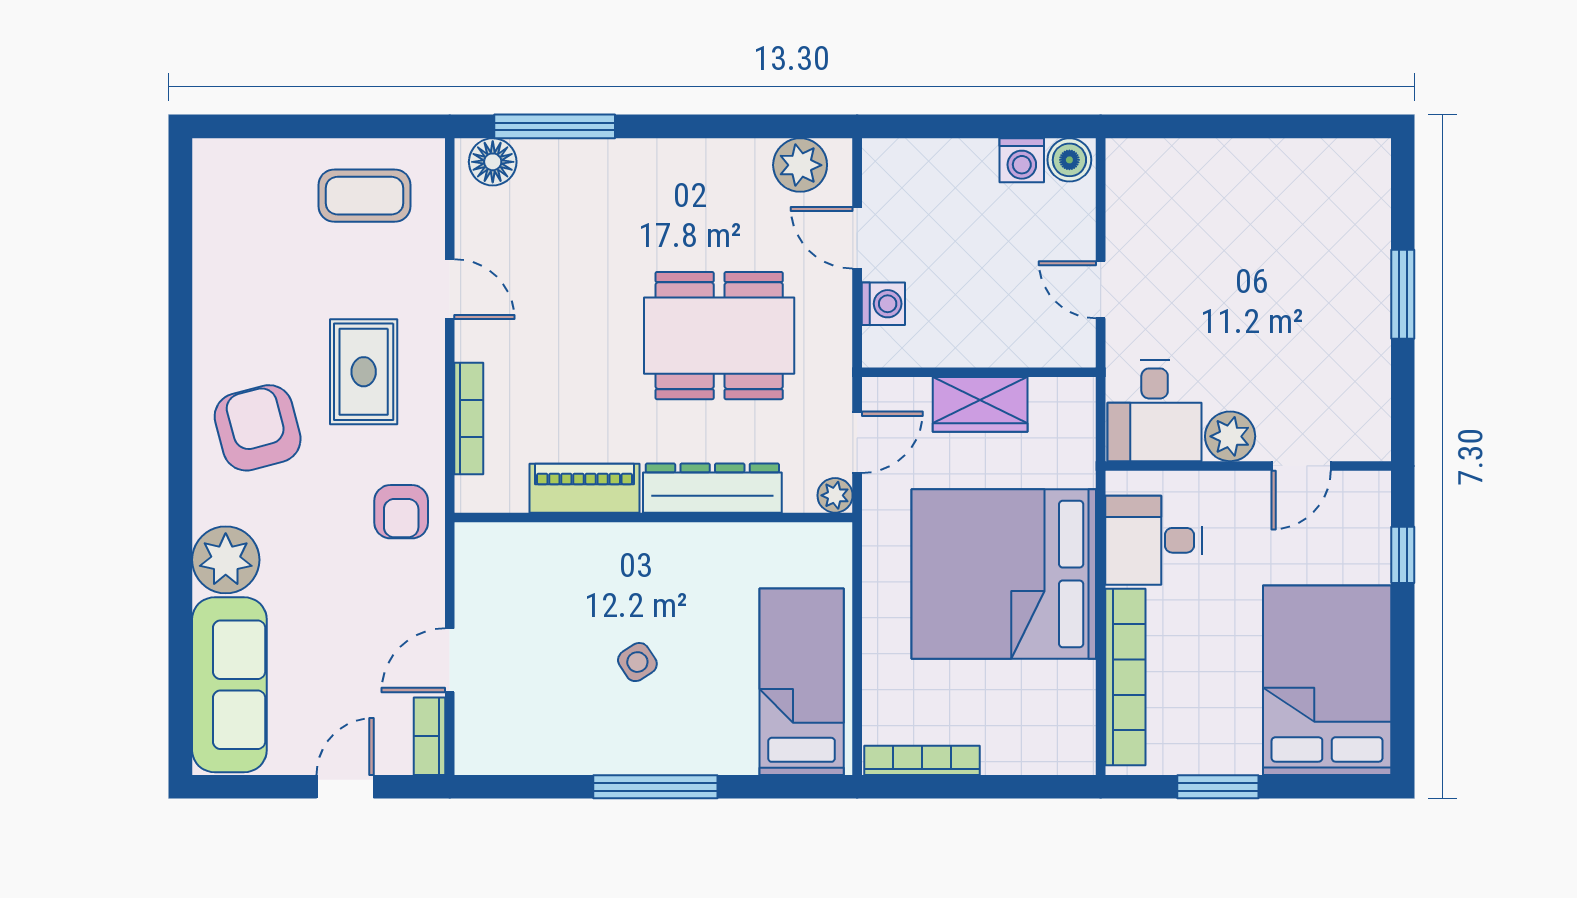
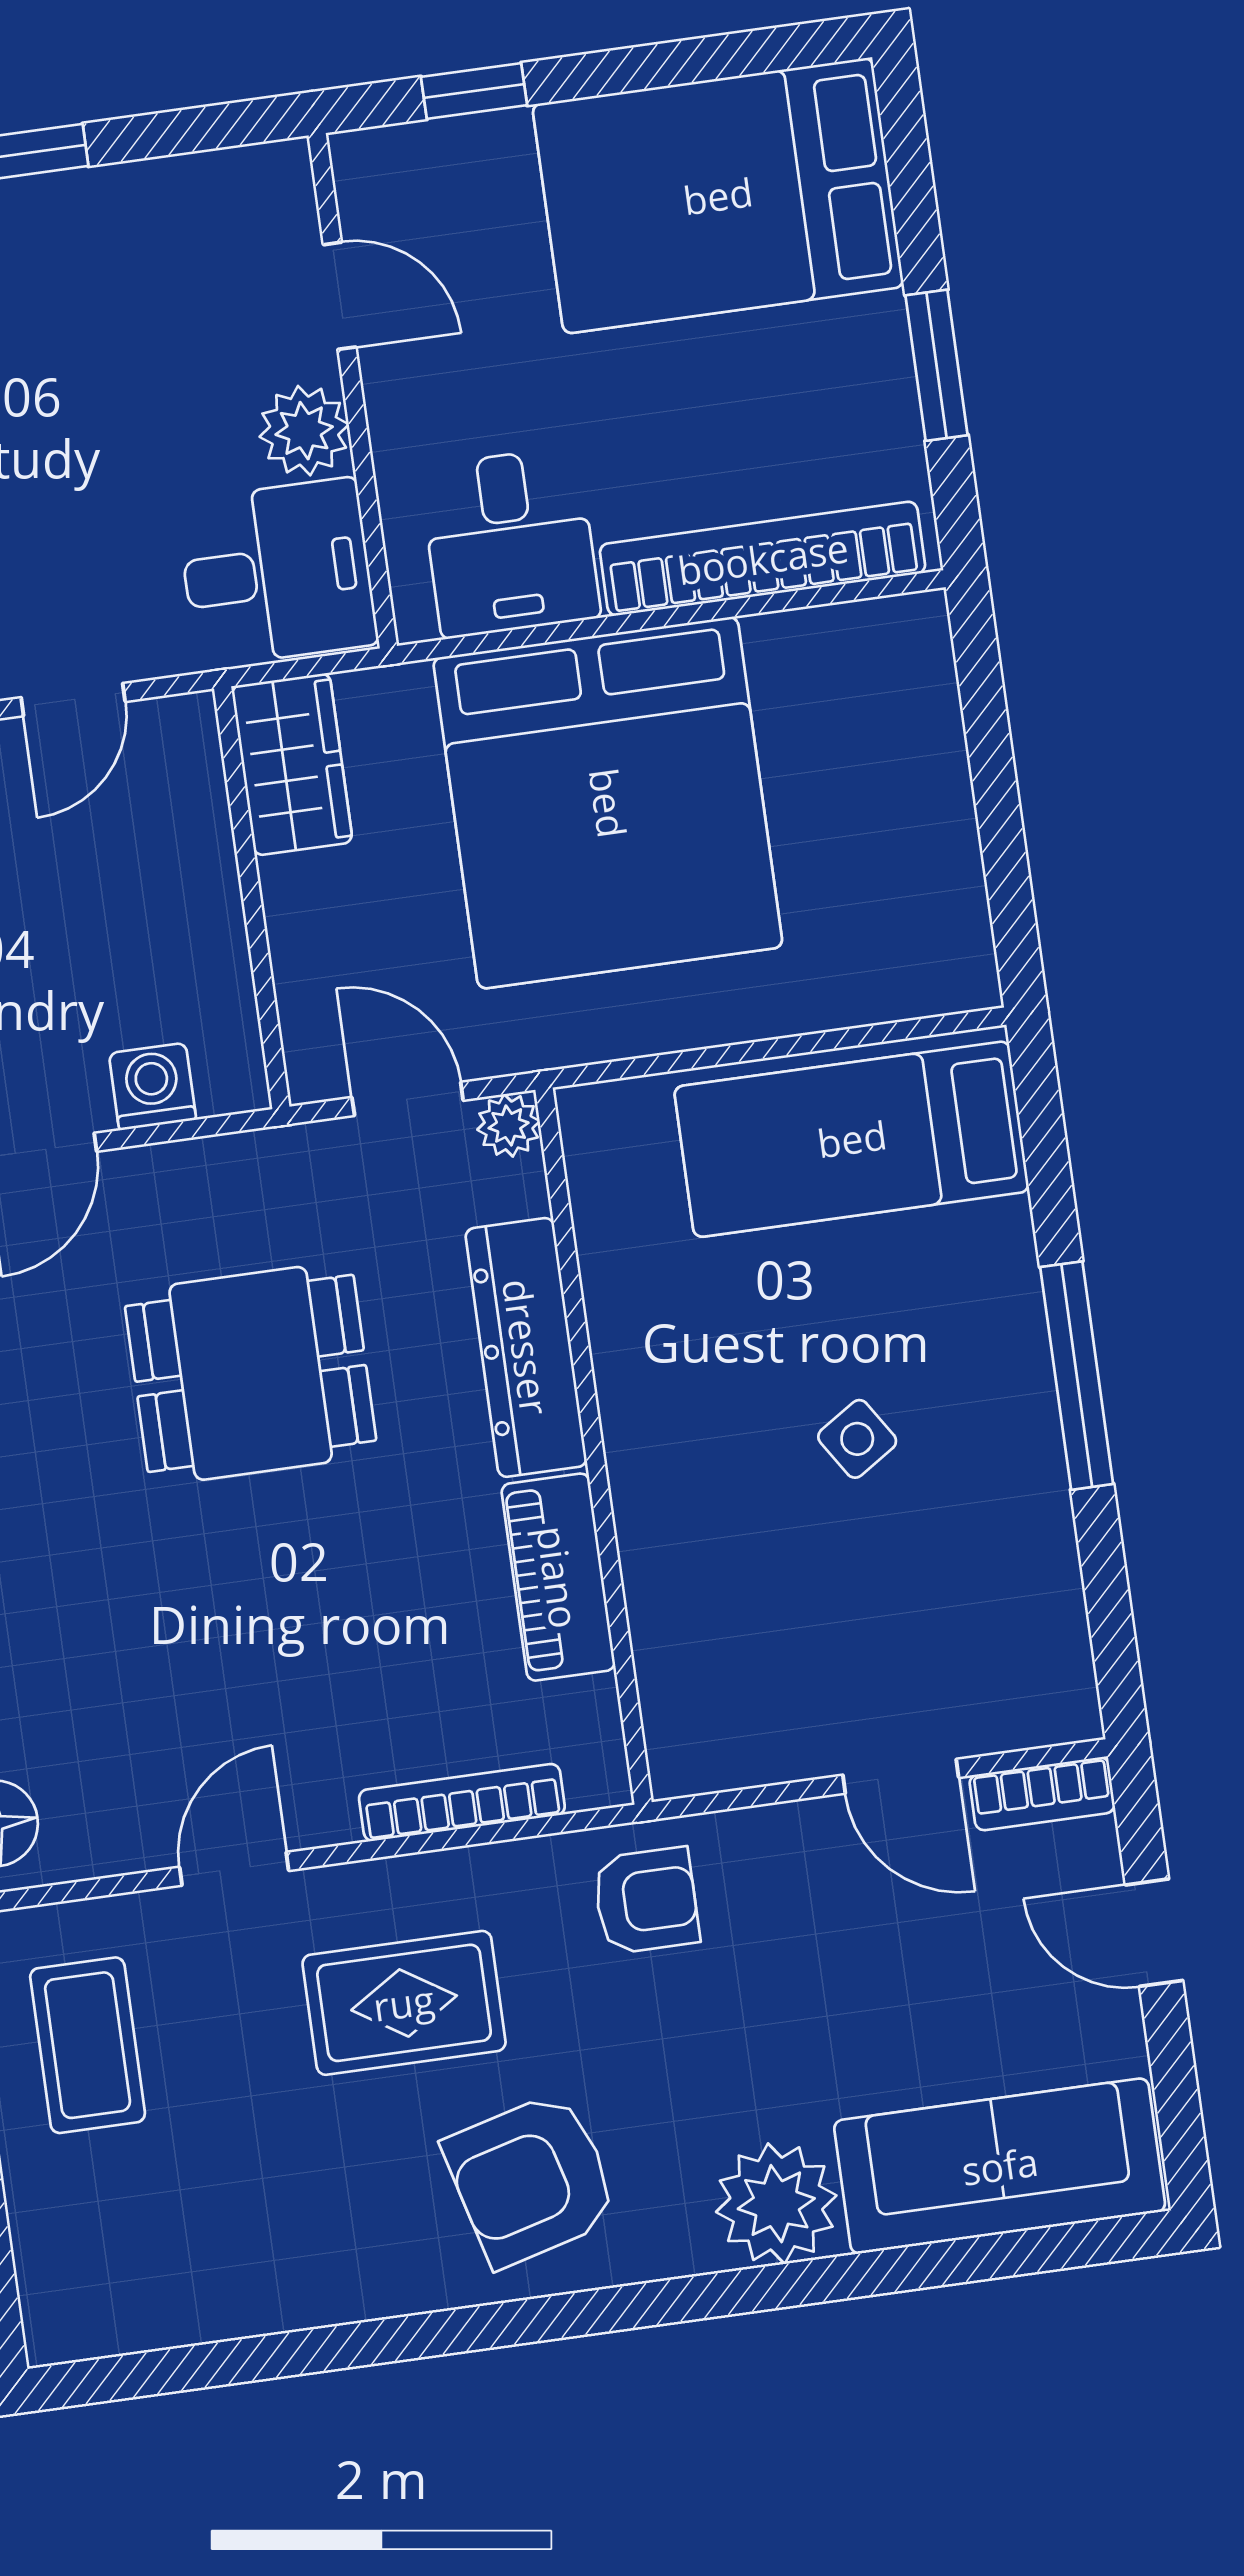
dining table: (719, 336) -> (251, 1373), width x0.73
wardrobe: (980, 404) -> (292, 764), moved
bookcase: (922, 760) -> (963, 903), removed

